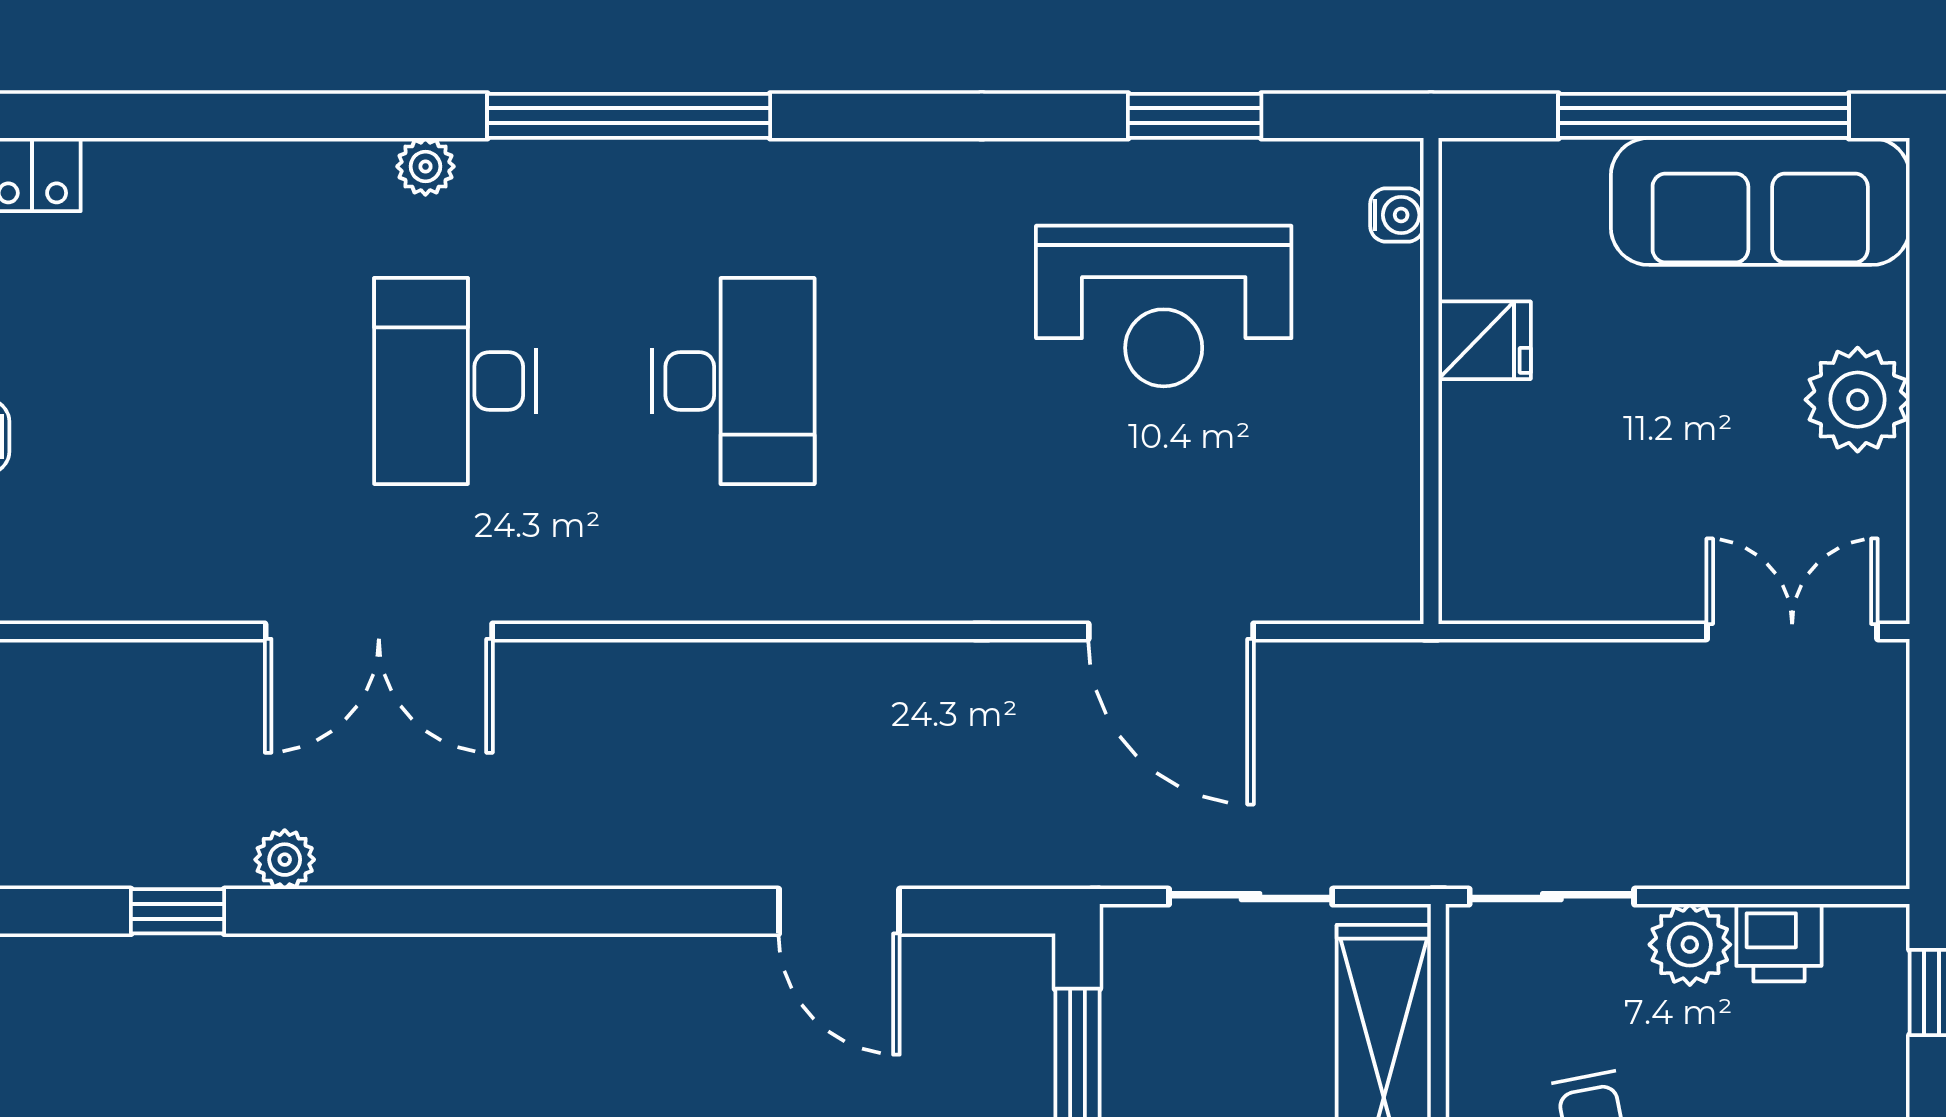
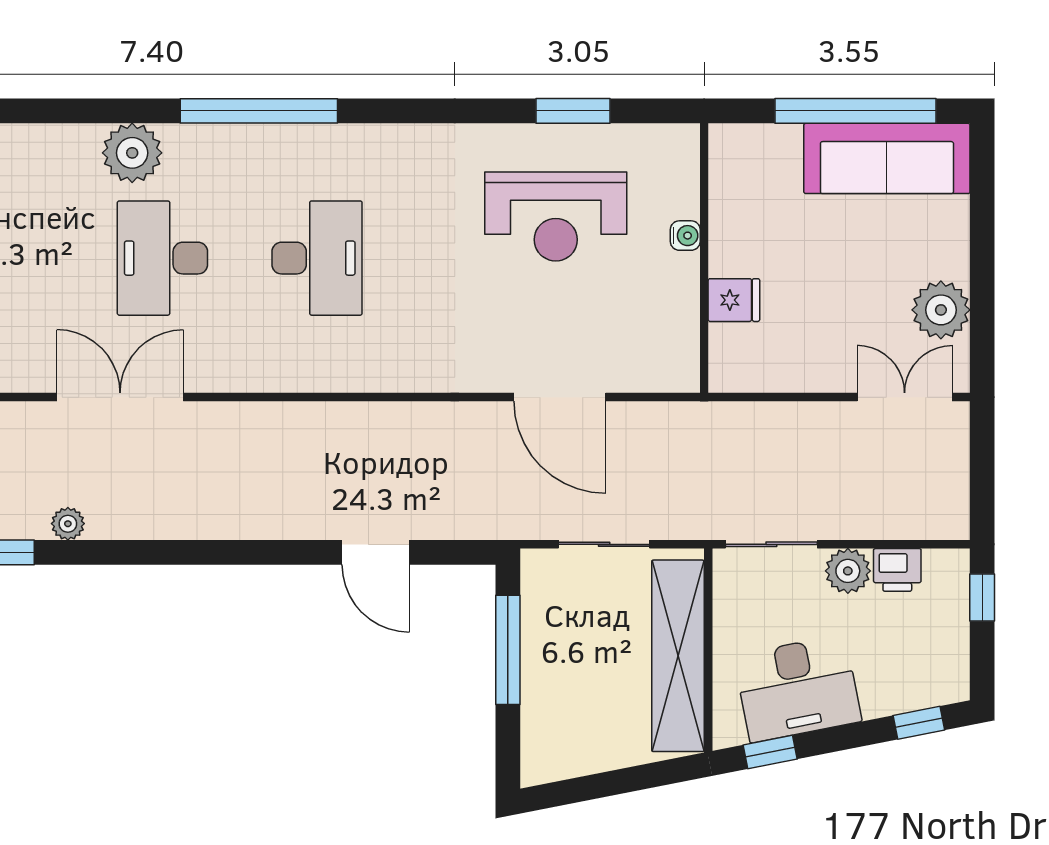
plant: (425, 166) -> (132, 153), width x1.87, depth x1.87
water cooler: (1397, 215) -> (685, 236), moved
fridge: (1485, 340) -> (734, 300), moved
plant: (1858, 400) -> (941, 310), moved
double door: (379, 631) -> (120, 397), swing flipped

